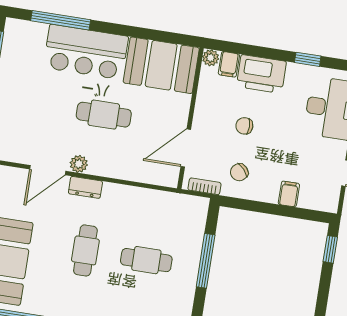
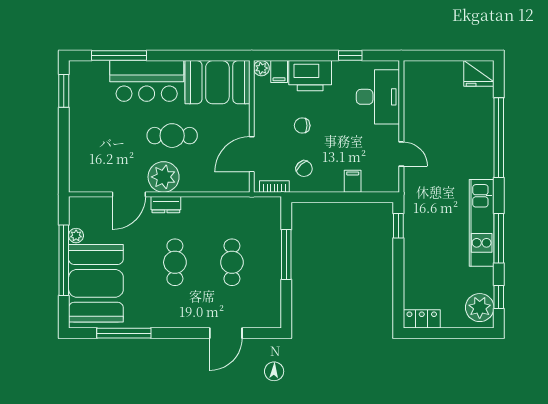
plant: (79, 164) -> (164, 177), width x1.87, depth x1.87
chair: (239, 172) -> (304, 169), turned -91
cafe table: (146, 260) -> (232, 262), turned 90

